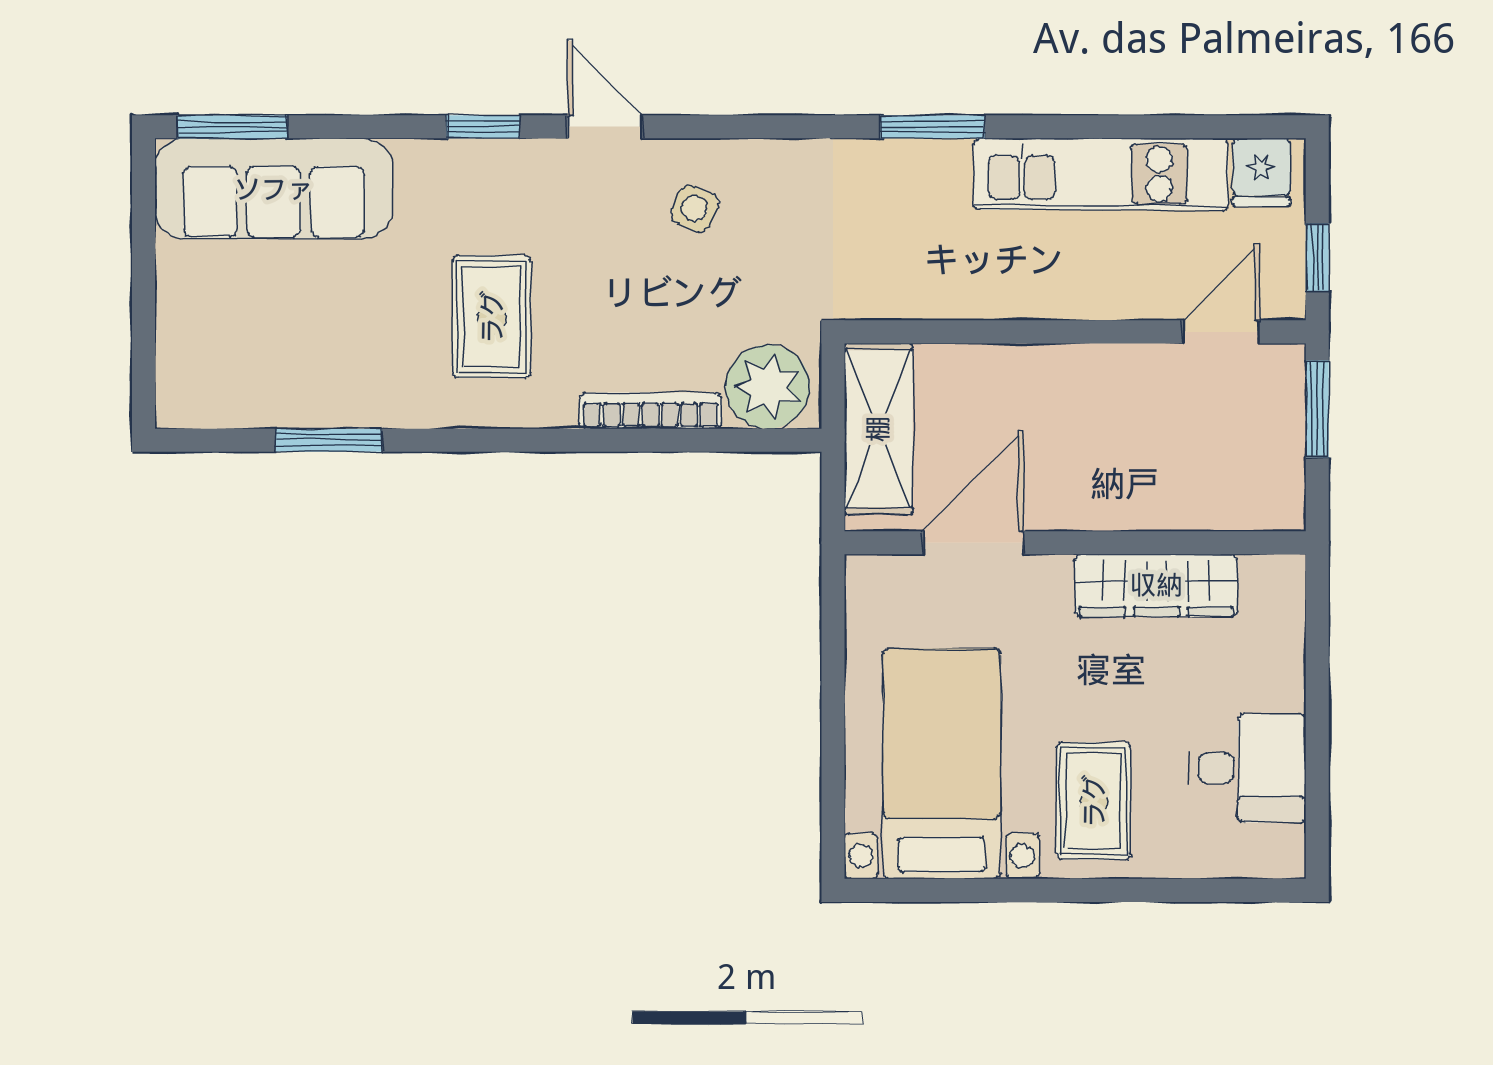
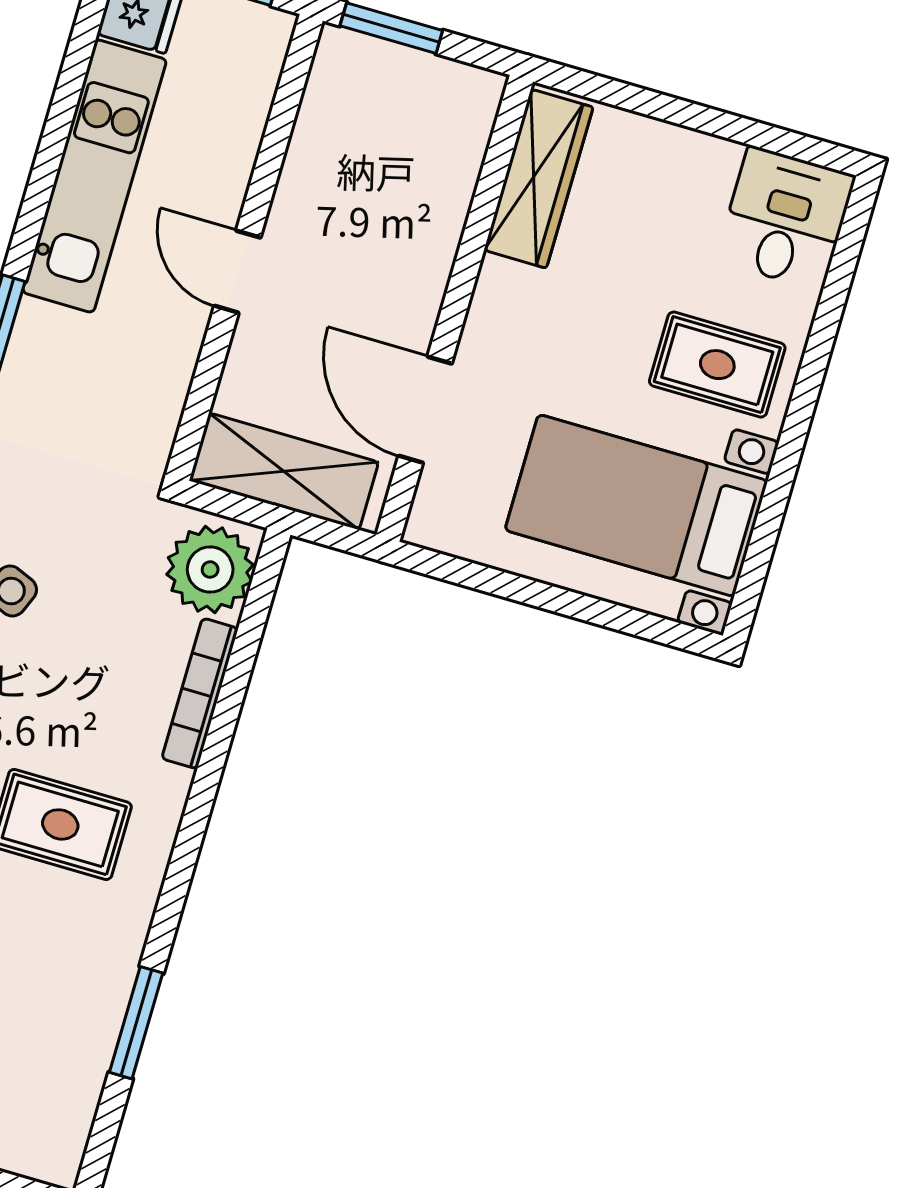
door: (1221, 332) -> (237, 272), moved
wardrobe: (1156, 585) -> (538, 179), moved
desk: (1247, 768) -> (786, 218), moved

